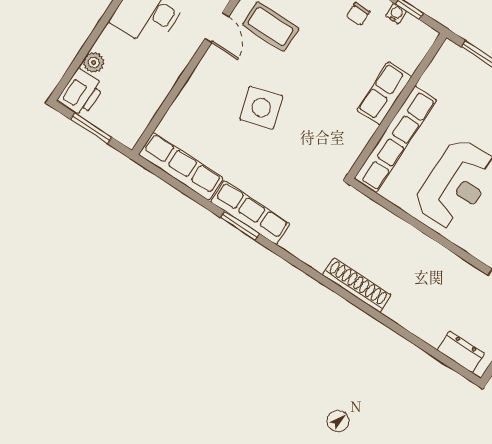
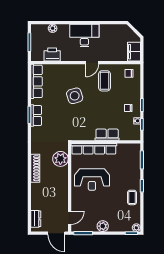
printer: (81, 92) -> (52, 55), moved, turned 180
row of seats: (250, 213) -> (36, 116), width x0.68
plant: (371, 221) -> (60, 159), added

